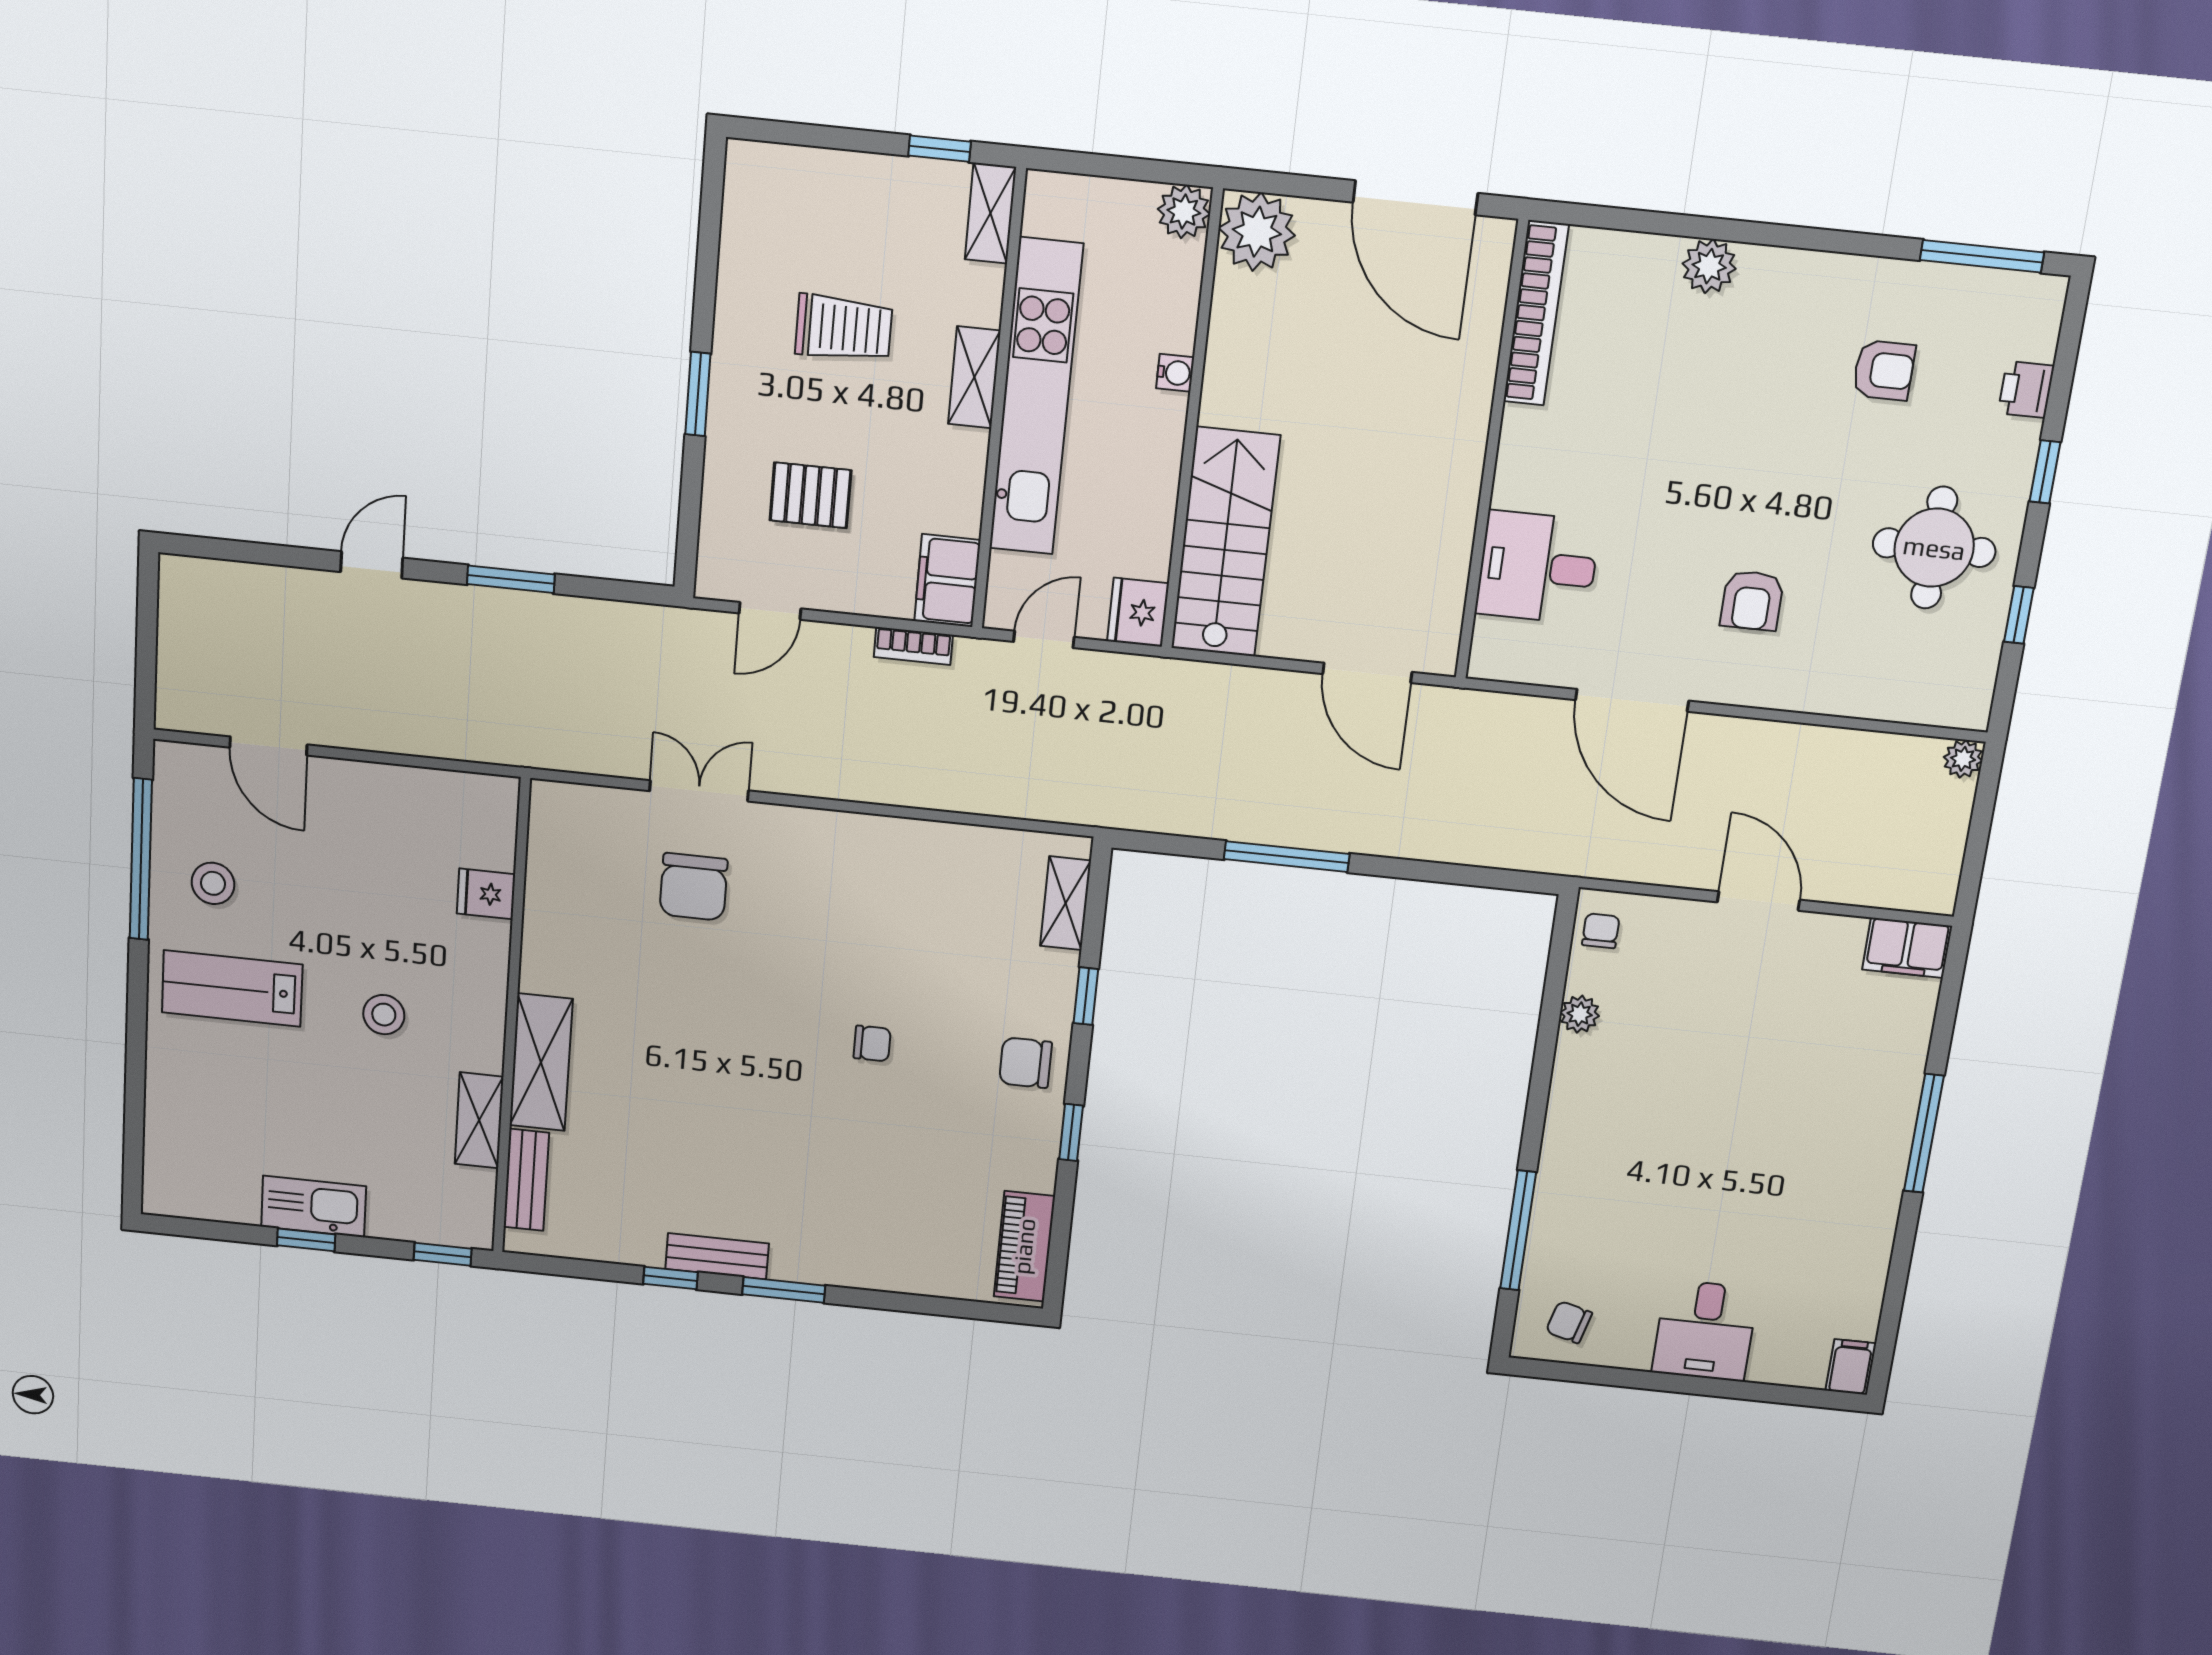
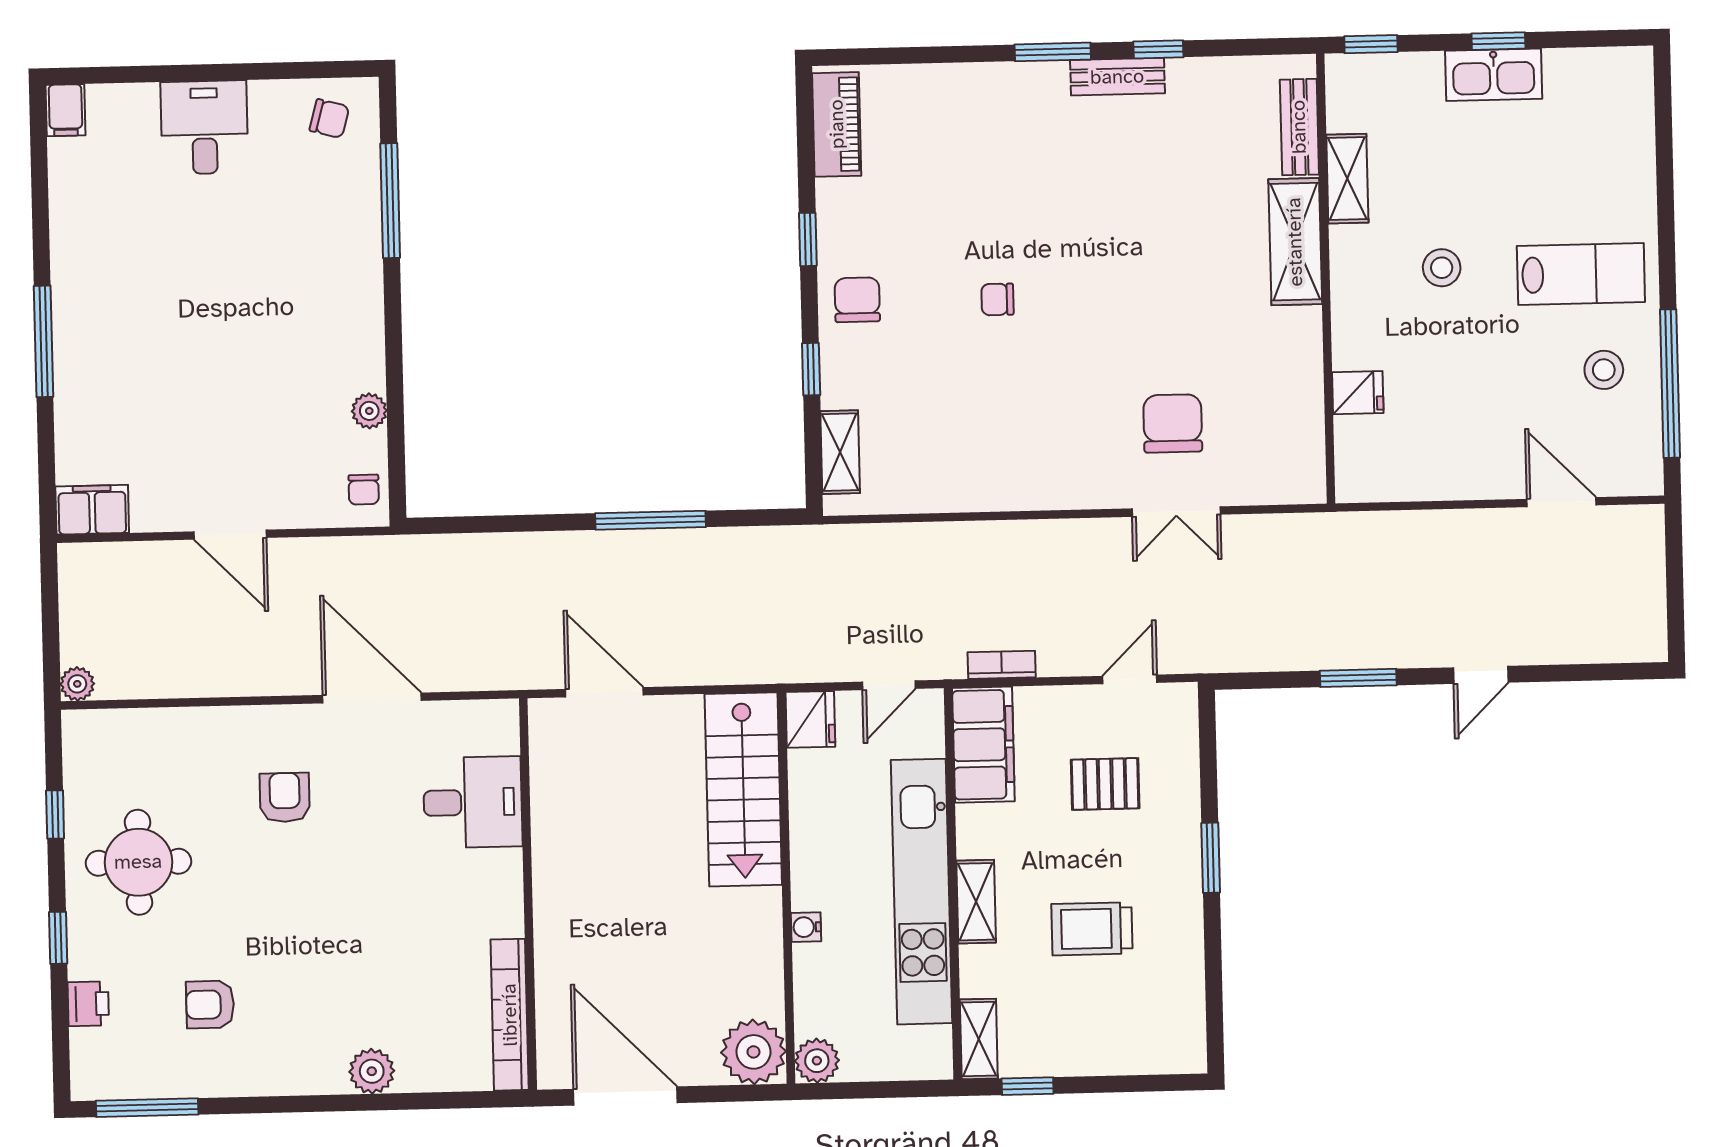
filing cabinet: (947, 581) -> (983, 745), width x1.50, depth x1.17
chair: (1026, 1063) -> (857, 300), turned -90

